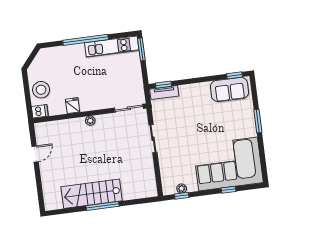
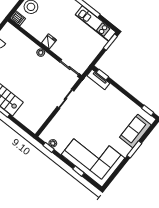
sofa: (229, 89) -> (135, 131), moved, turned 90
fridge: (73, 106) -> (49, 41), moved

